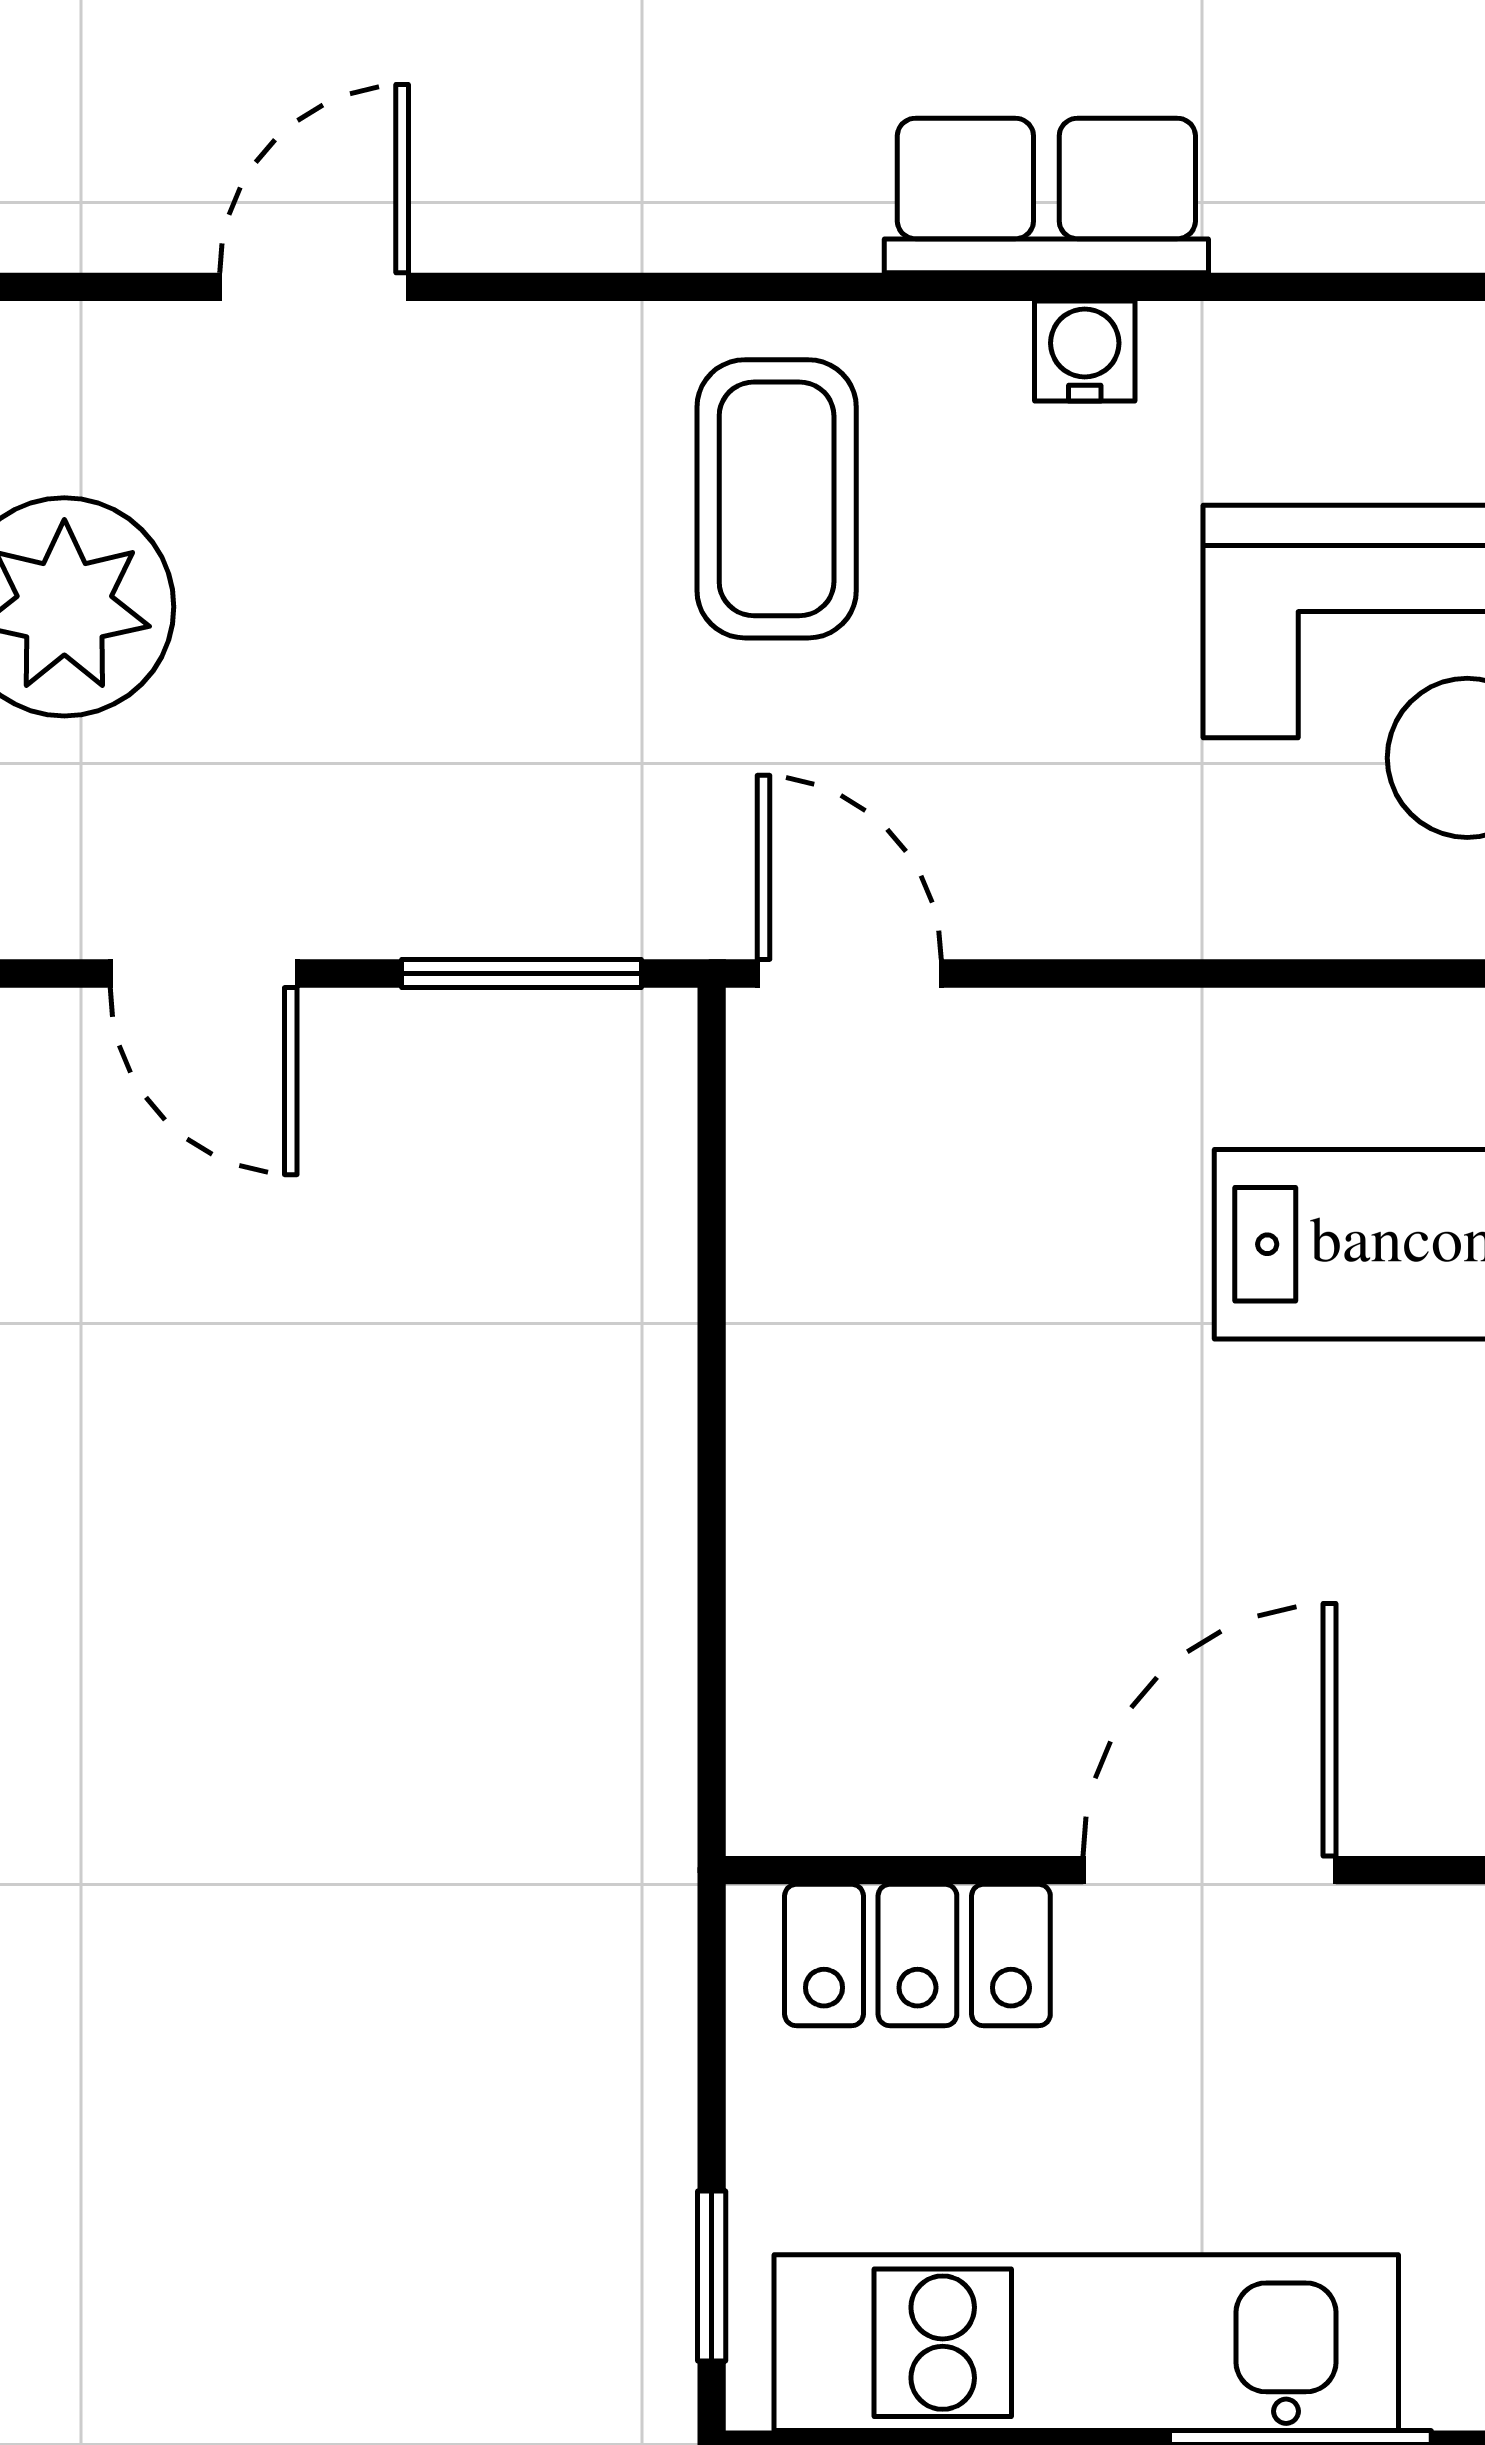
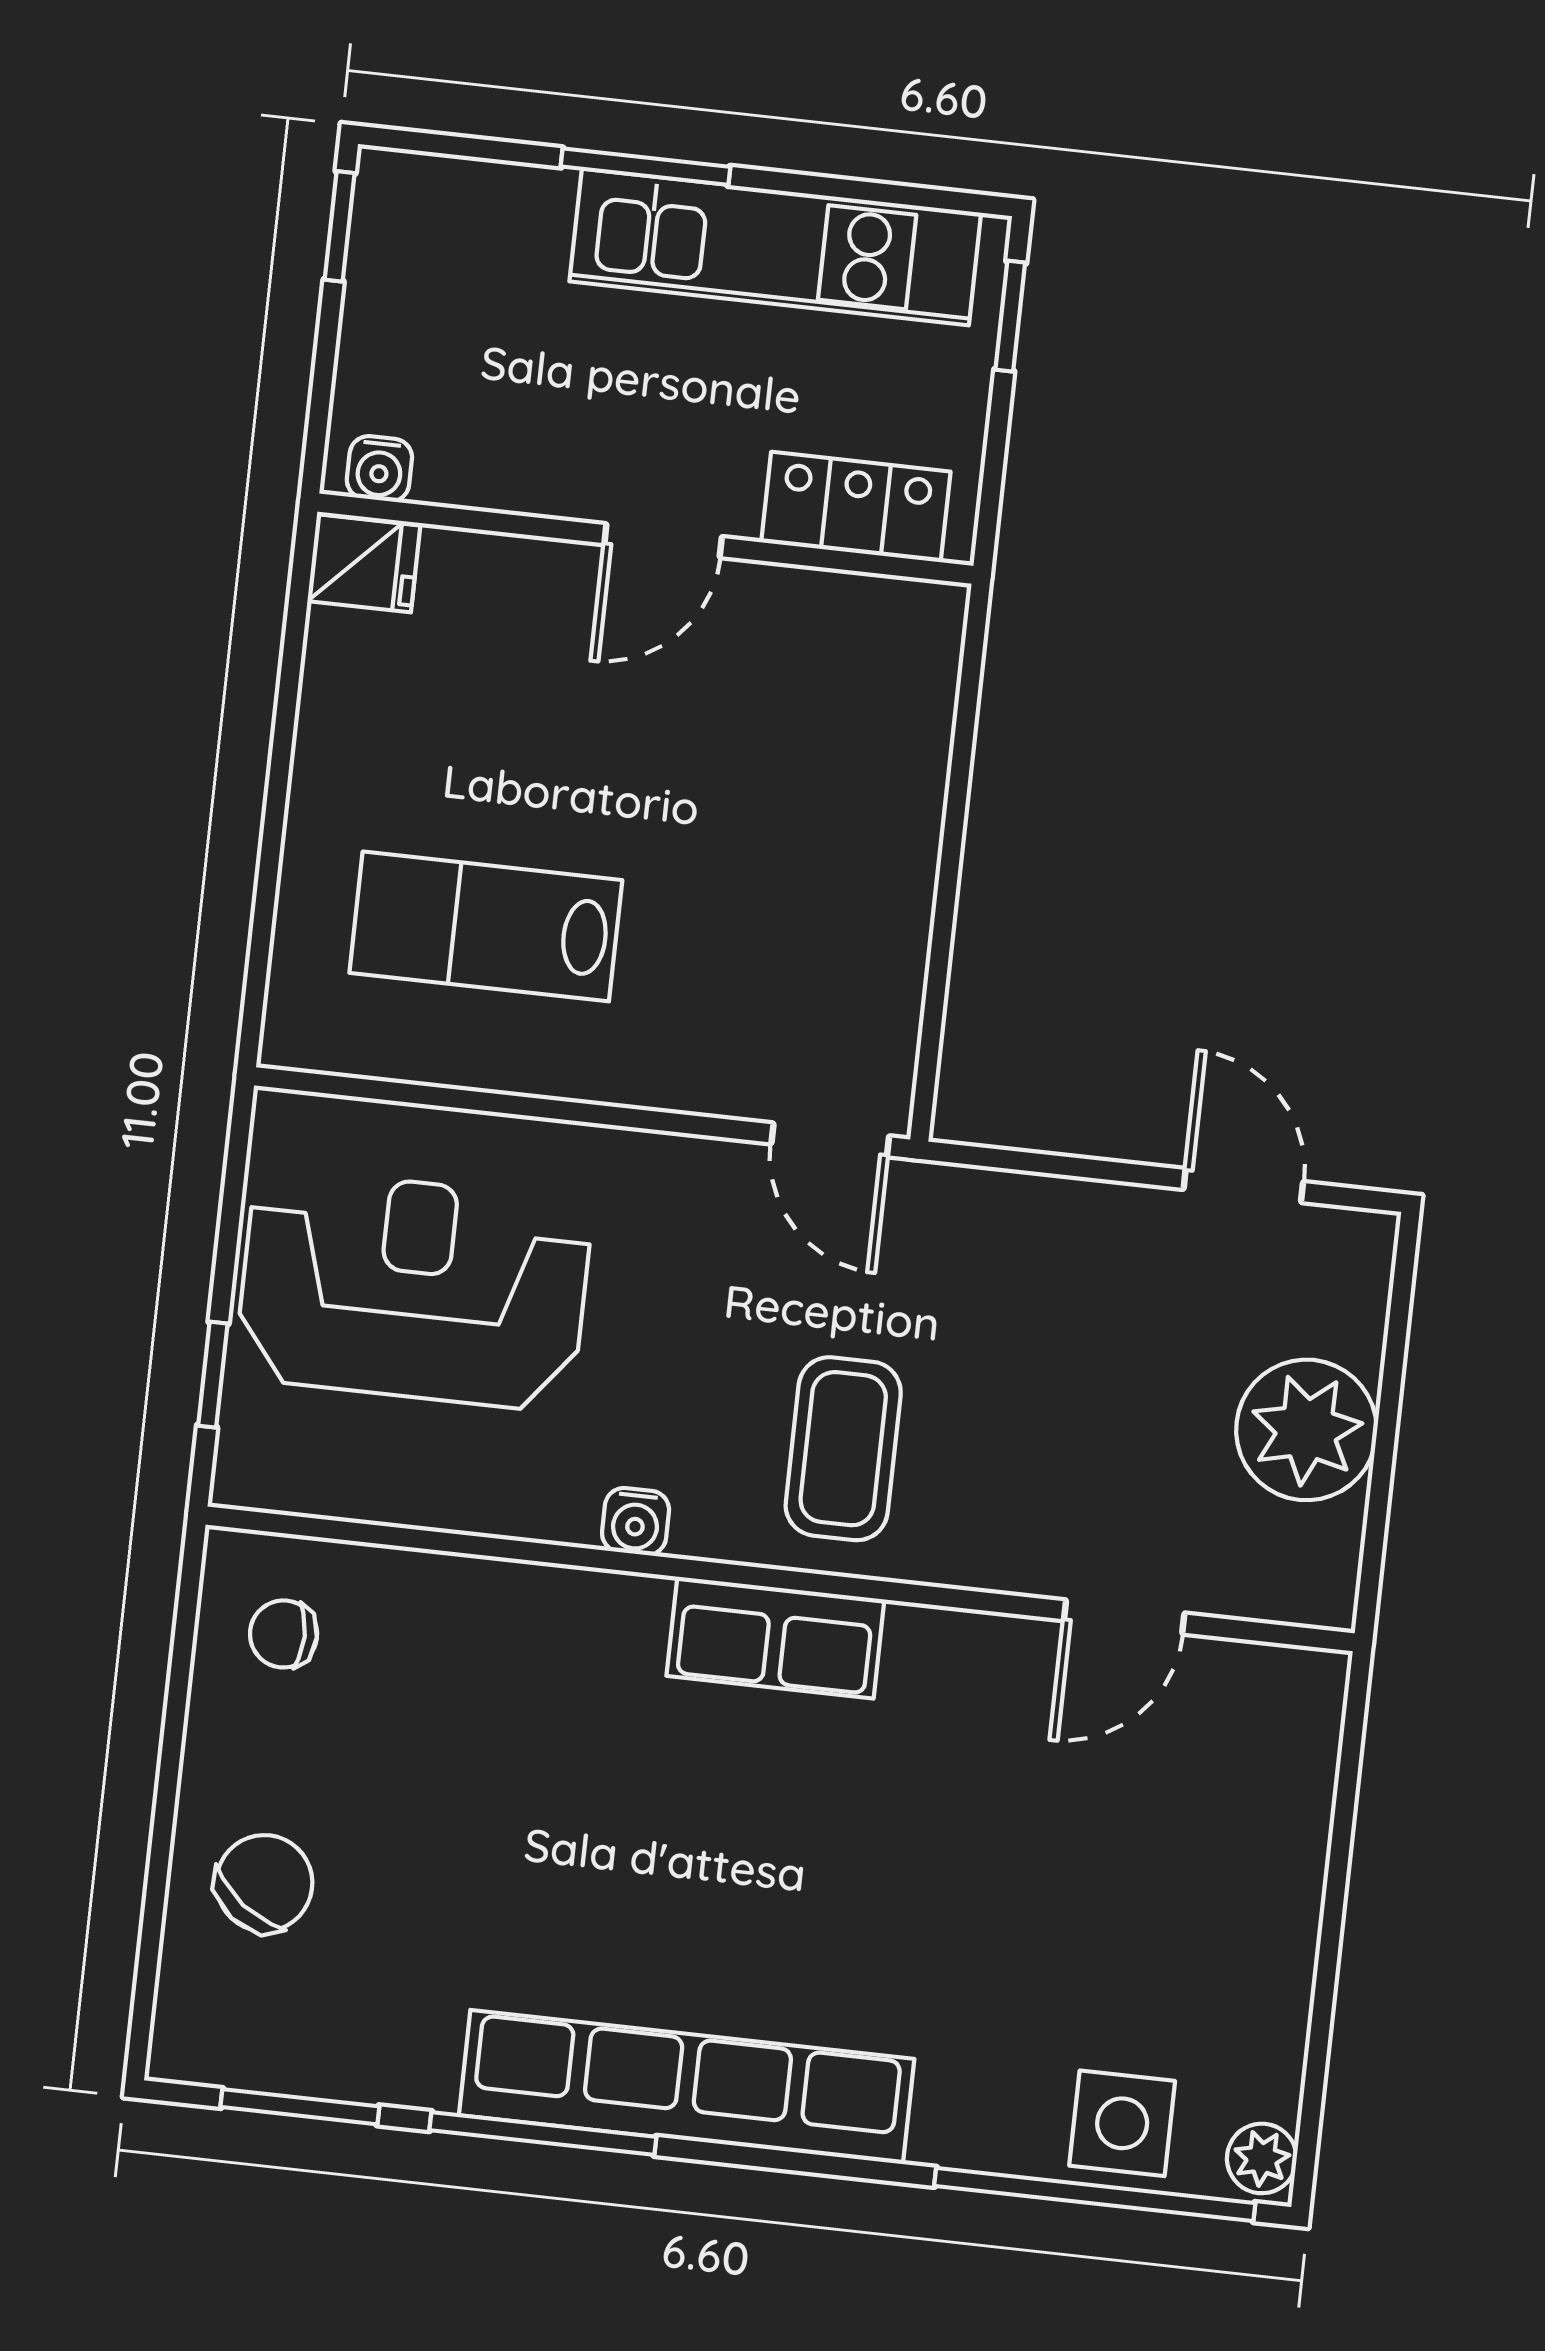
row of seats: (1046, 196) -> (775, 1638), moved
window: (521, 973) -> (1040, 1163), removed
door: (1209, 1870) -> (663, 541), width x0.73

